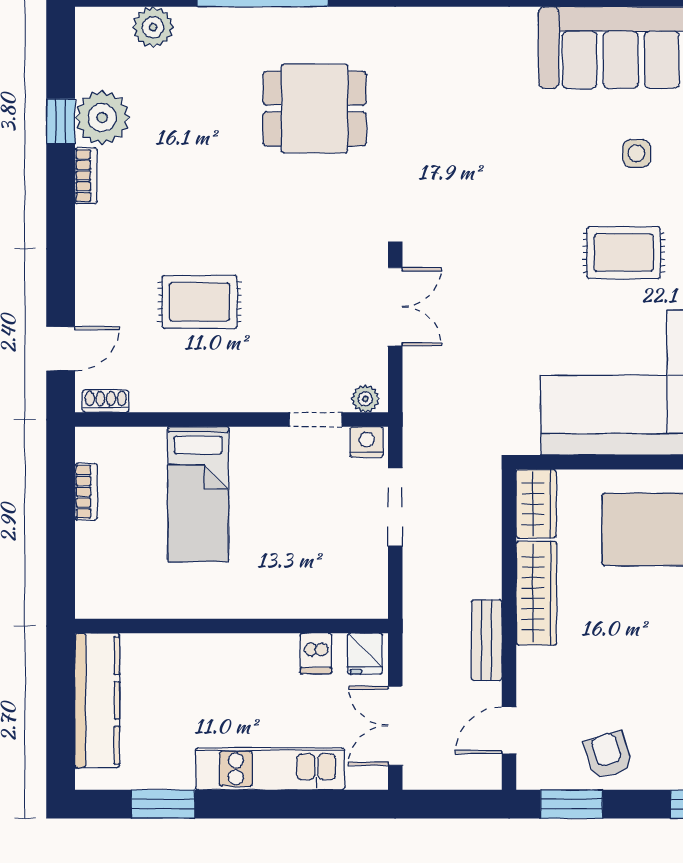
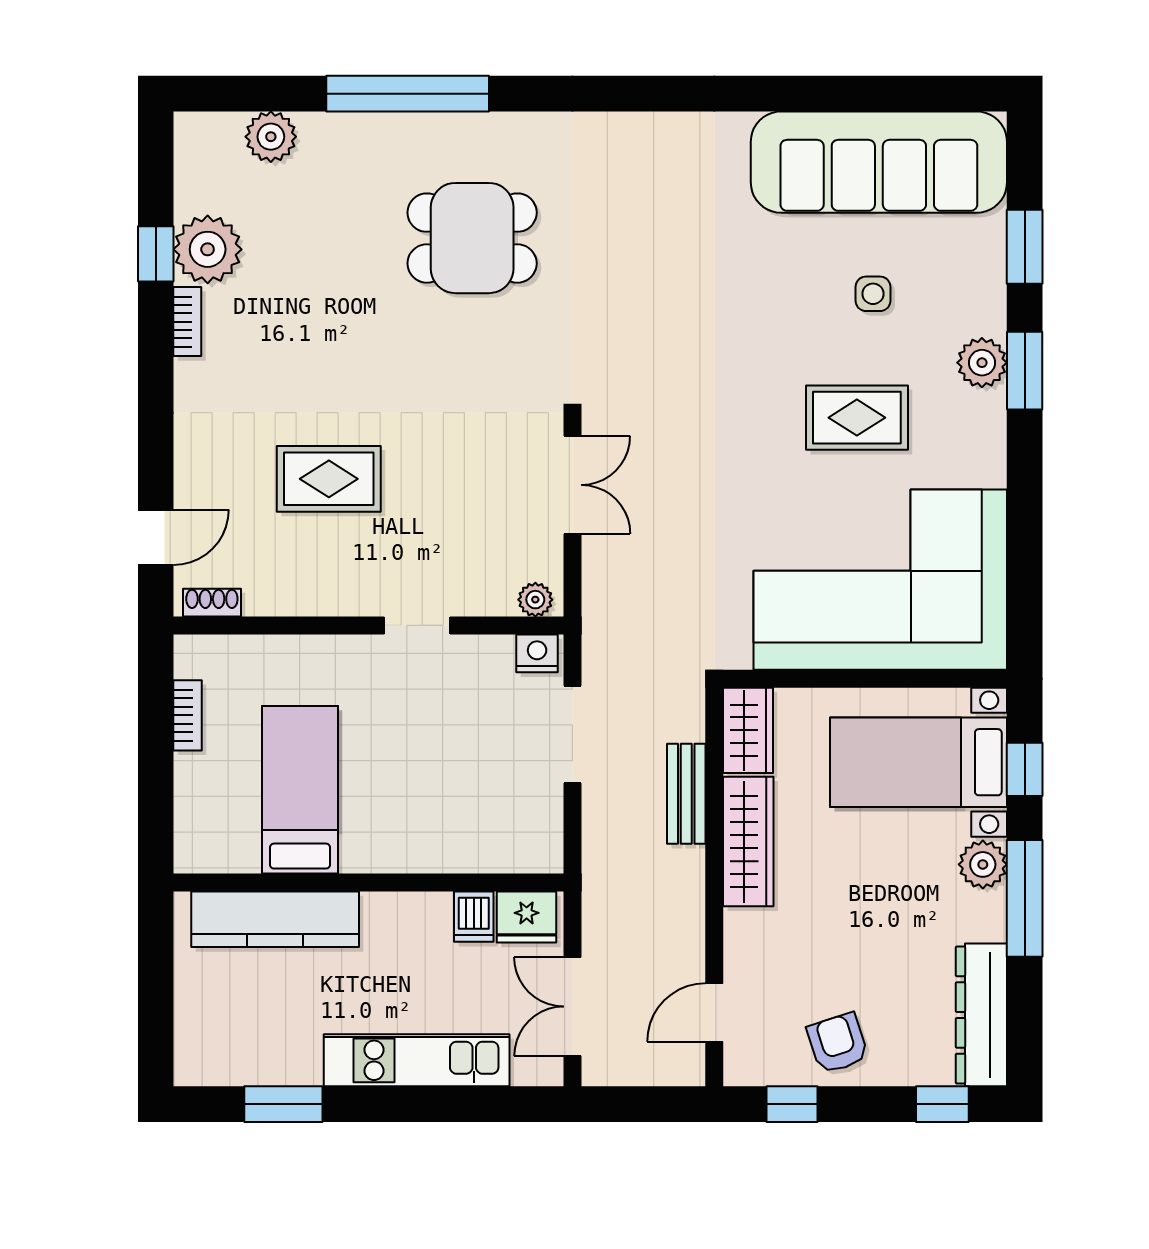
doorway: (315, 420) -> (417, 625), moved
bed: (198, 494) -> (300, 790), moved, turned 180
bench: (487, 640) -> (686, 794), moved
fridge: (365, 654) -> (527, 917), width x1.38
kitchen counter: (97, 700) -> (275, 919), moved, turned 90
window: (571, 804) -> (792, 1104), width x0.67

